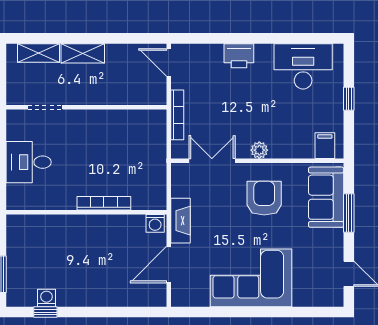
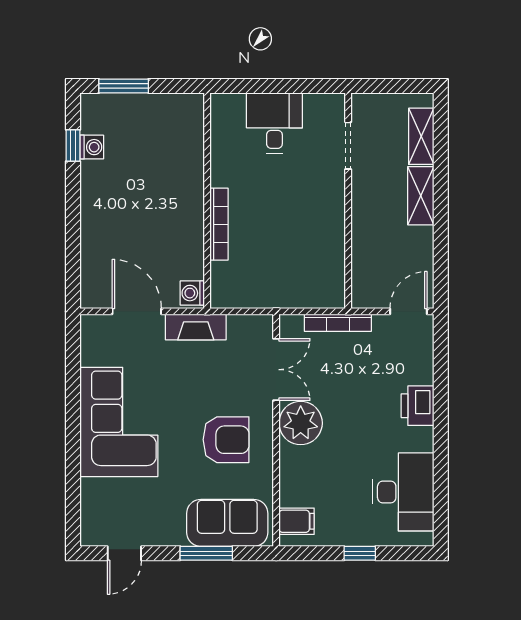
plant: (259, 150) -> (301, 423), width x1.87, depth x1.87

